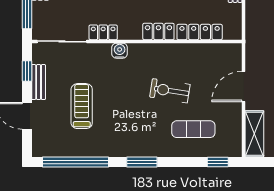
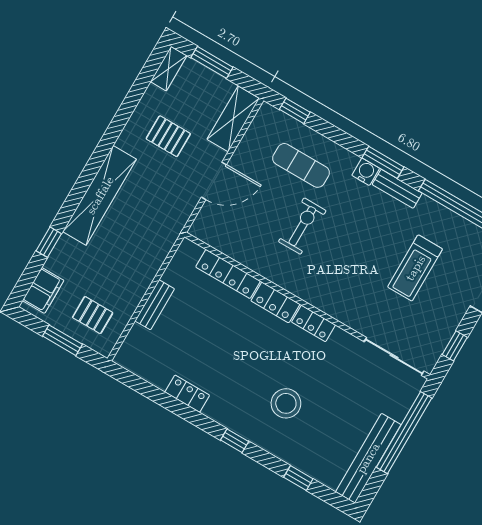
locker: (103, 32) -> (313, 323), moved
water cooler: (120, 51) -> (366, 172), moved, turned 180
bench: (39, 82) -> (397, 189), moved, turned 90
exercise bike: (170, 91) -> (302, 226), turned -99

